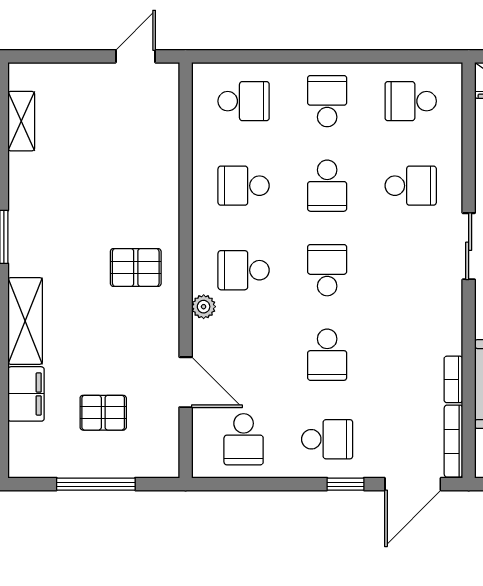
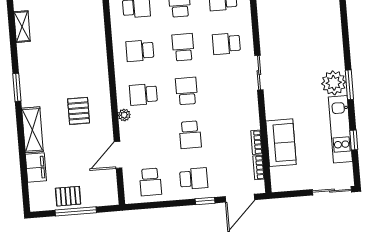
school desk: (327, 186) -> (183, 47), turned 180
school desk: (411, 186) -> (226, 44), turned 180
pallet: (136, 267) -> (79, 111), moved, turned 90
door: (186, 382) -> (118, 155), swing flipped
pallet: (103, 413) -> (68, 196), moved
bookcase: (453, 441) -> (259, 167), width x0.64

